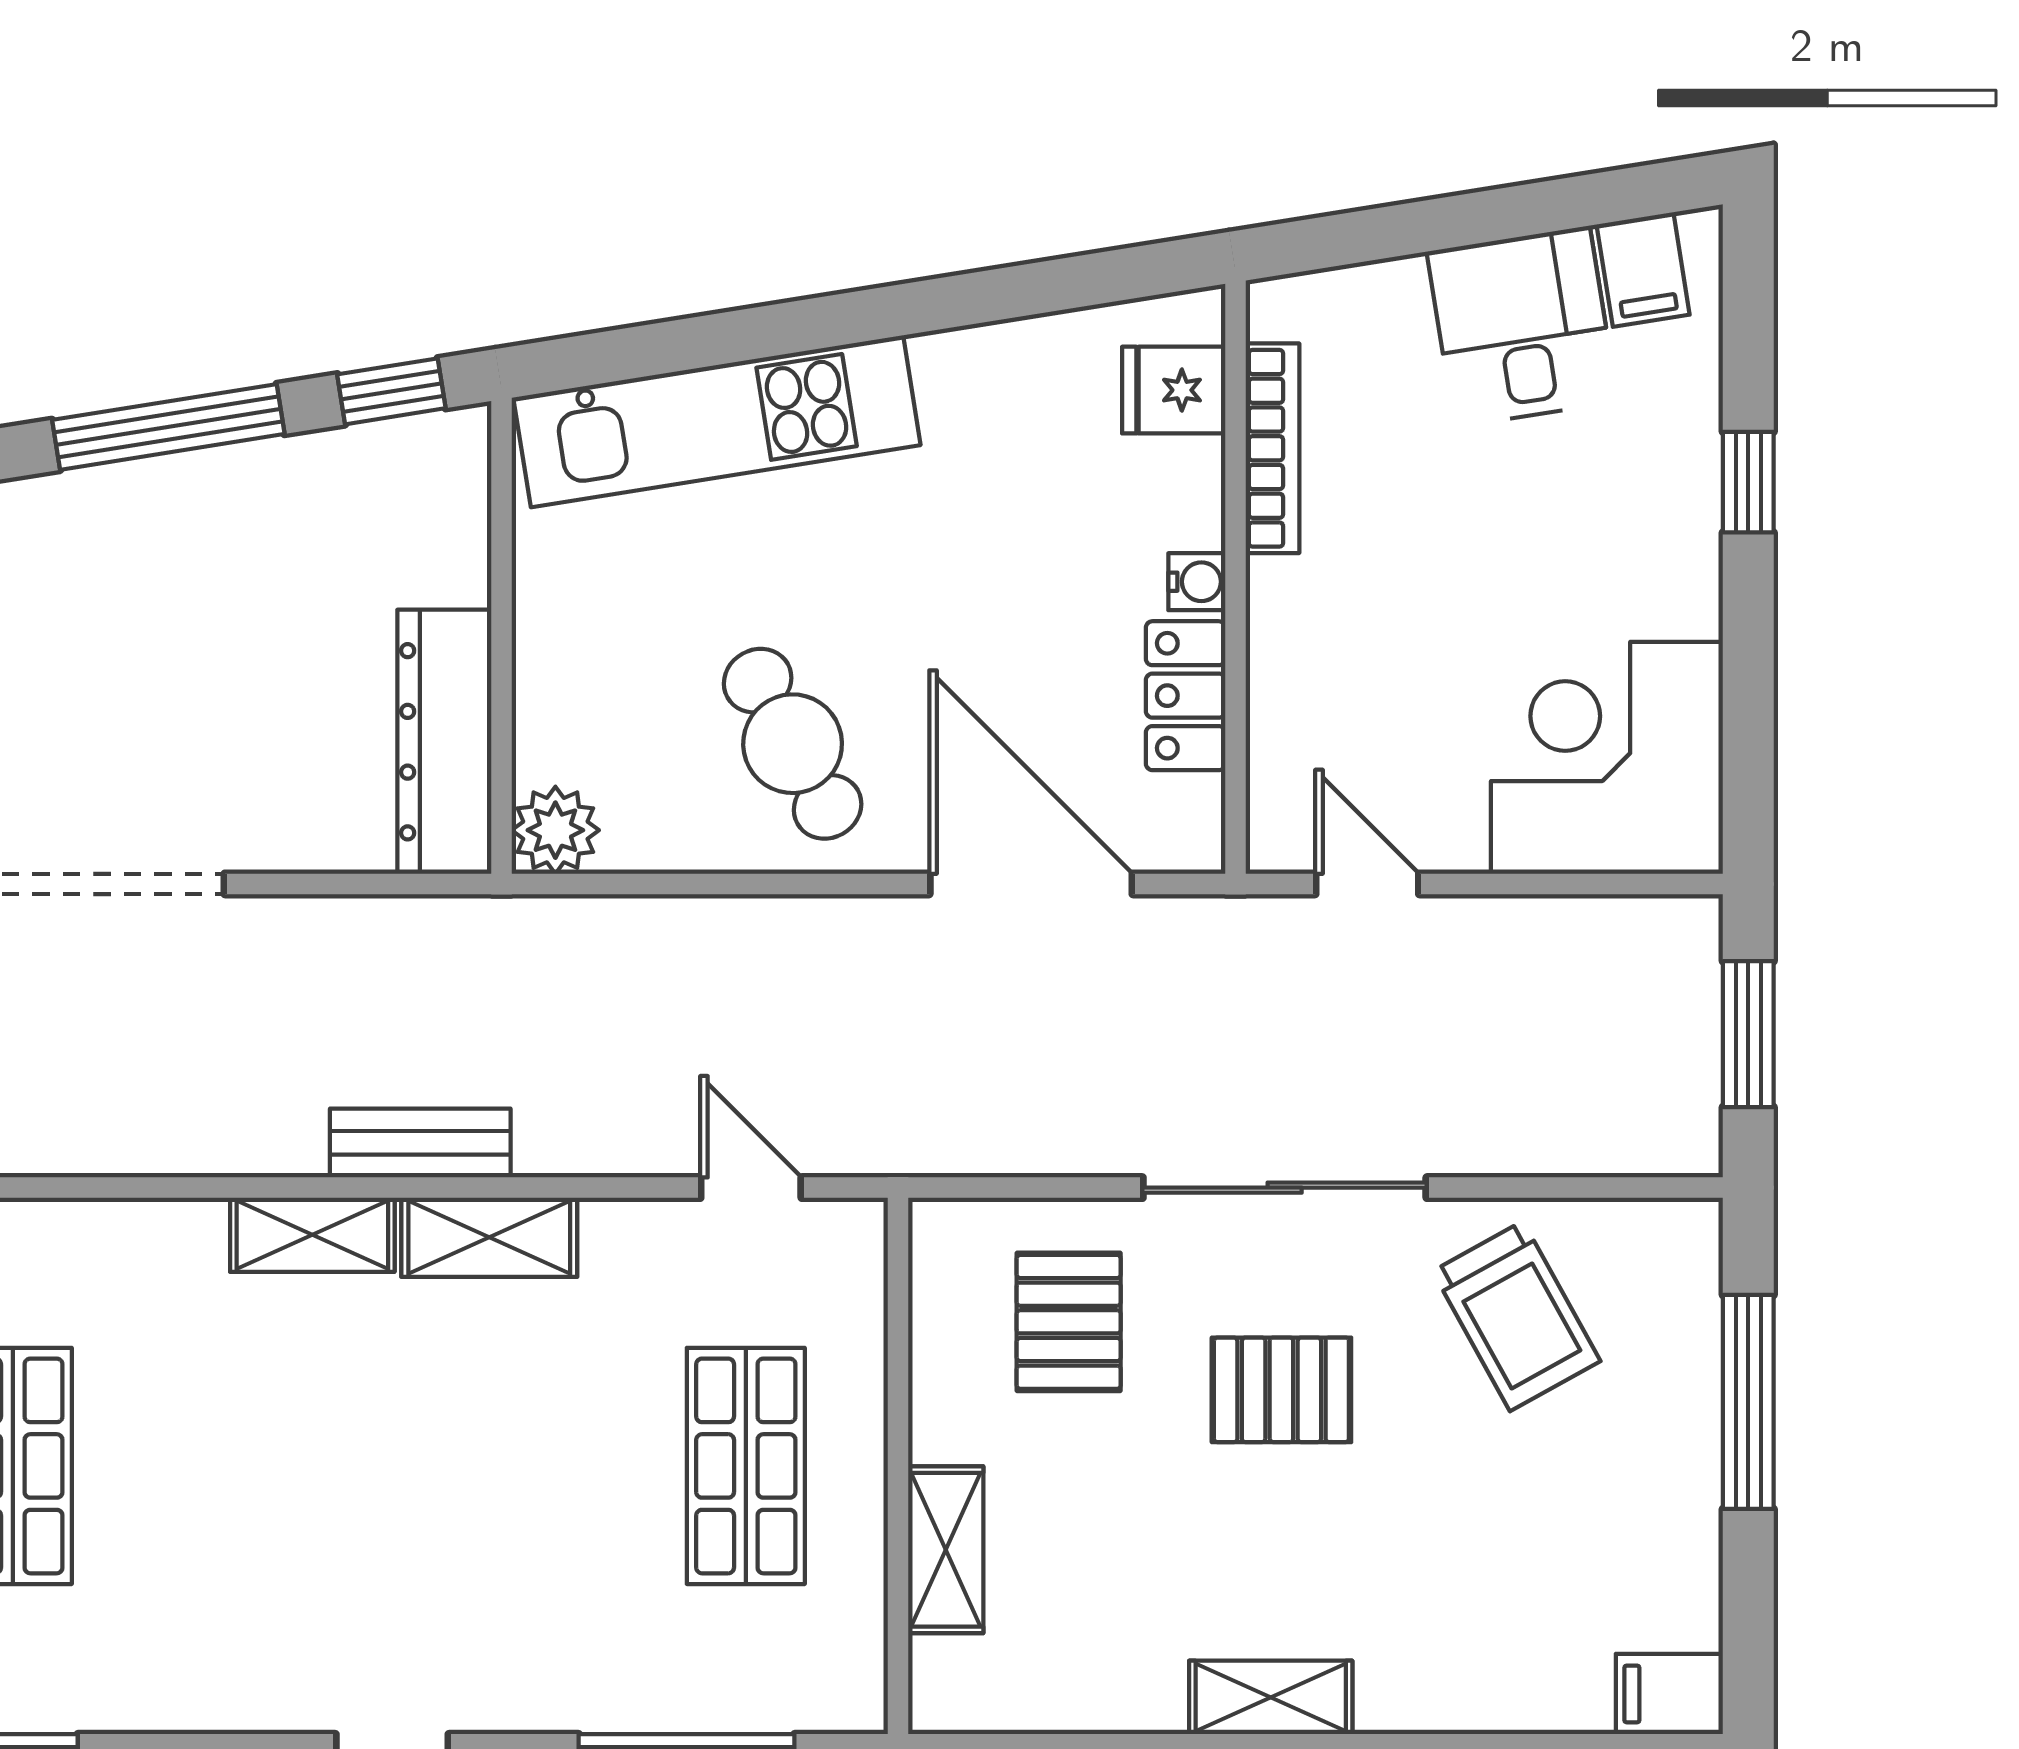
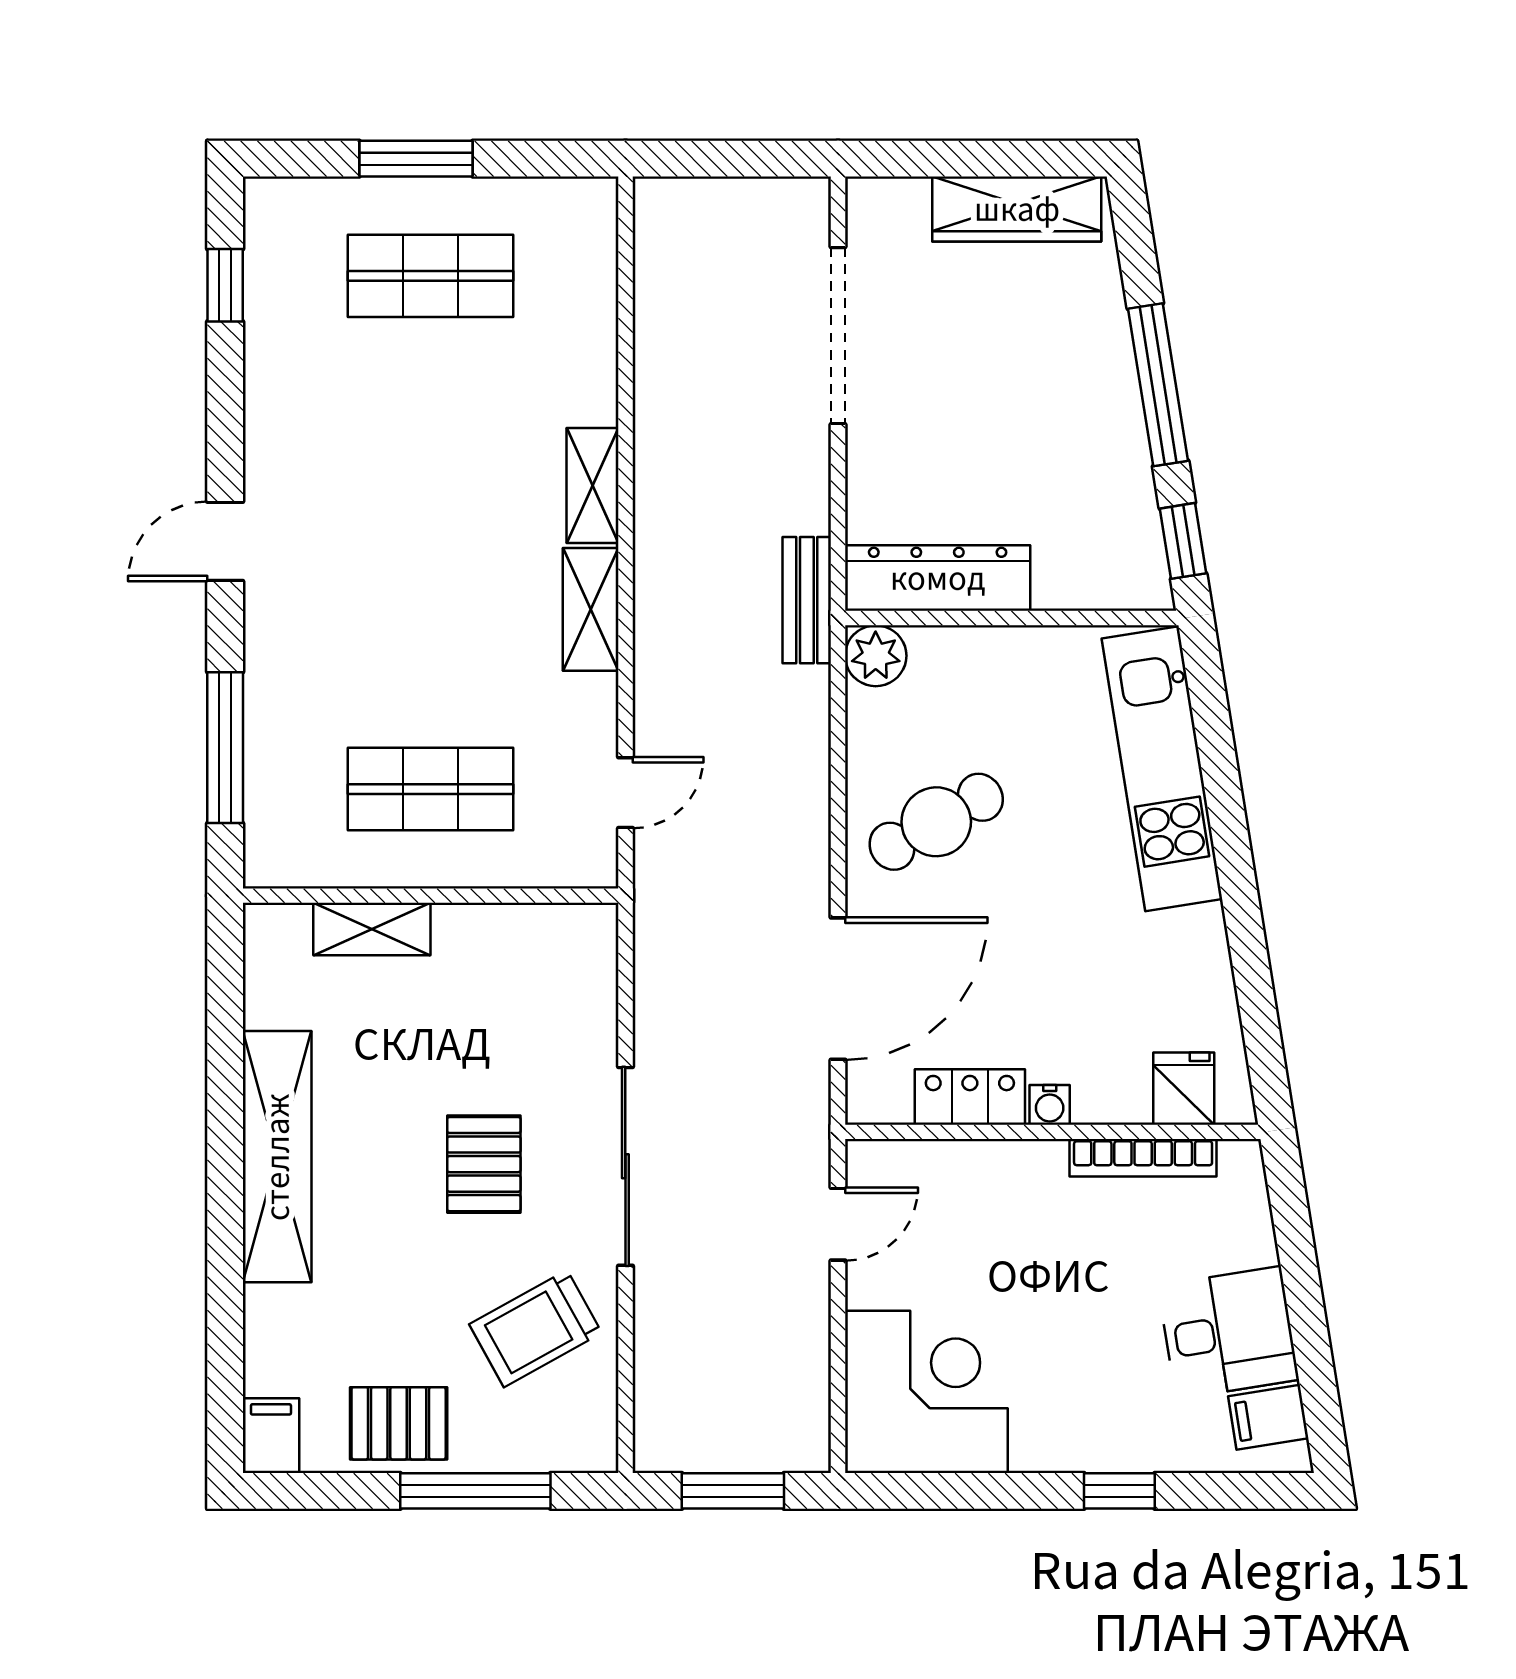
bench: (420, 1143) -> (807, 600), moved
pallet: (1069, 1322) -> (399, 1423), moved
shelving: (1271, 1697) -> (277, 1157), width x2.20, depth x1.33

